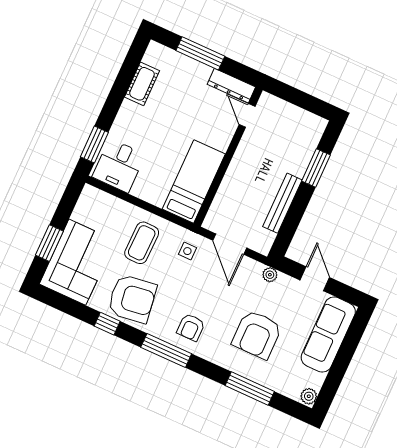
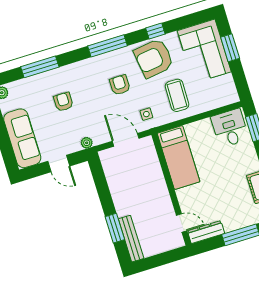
bench: (282, 203) -> (131, 239), moved
armchair: (191, 327) -> (120, 85), moved
armchair: (257, 334) -> (63, 102), width x0.53, depth x0.53

